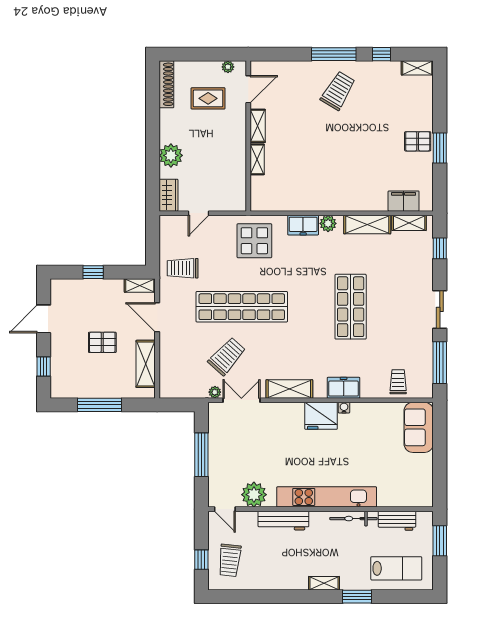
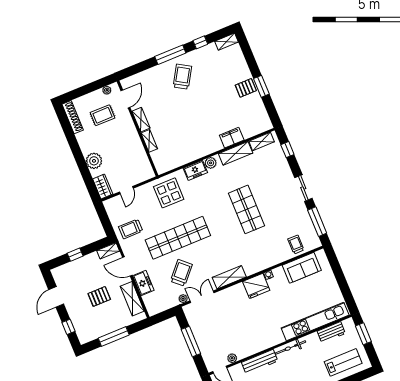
filing cabinet: (404, 201) -> (232, 138), moved
freezer: (344, 388) -> (143, 283), moved, turned 90
sofa: (419, 427) -> (302, 268), moved, turned -90
plant: (254, 495) -> (232, 358), width x0.53, depth x0.53
kitchen unit: (327, 497) -> (315, 321), moved
bicycle: (353, 519) -> (291, 347), moved

